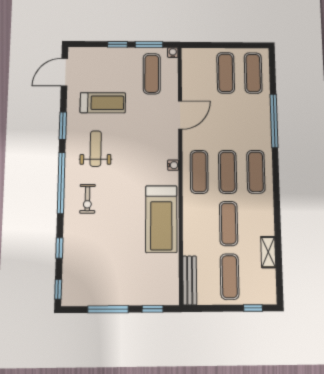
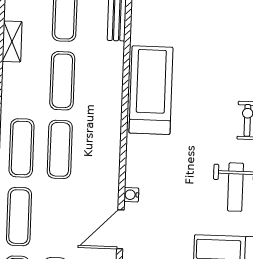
water cooler: (173, 165) -> (131, 195), moved
exercise mat: (199, 172) -> (19, 217), moved

